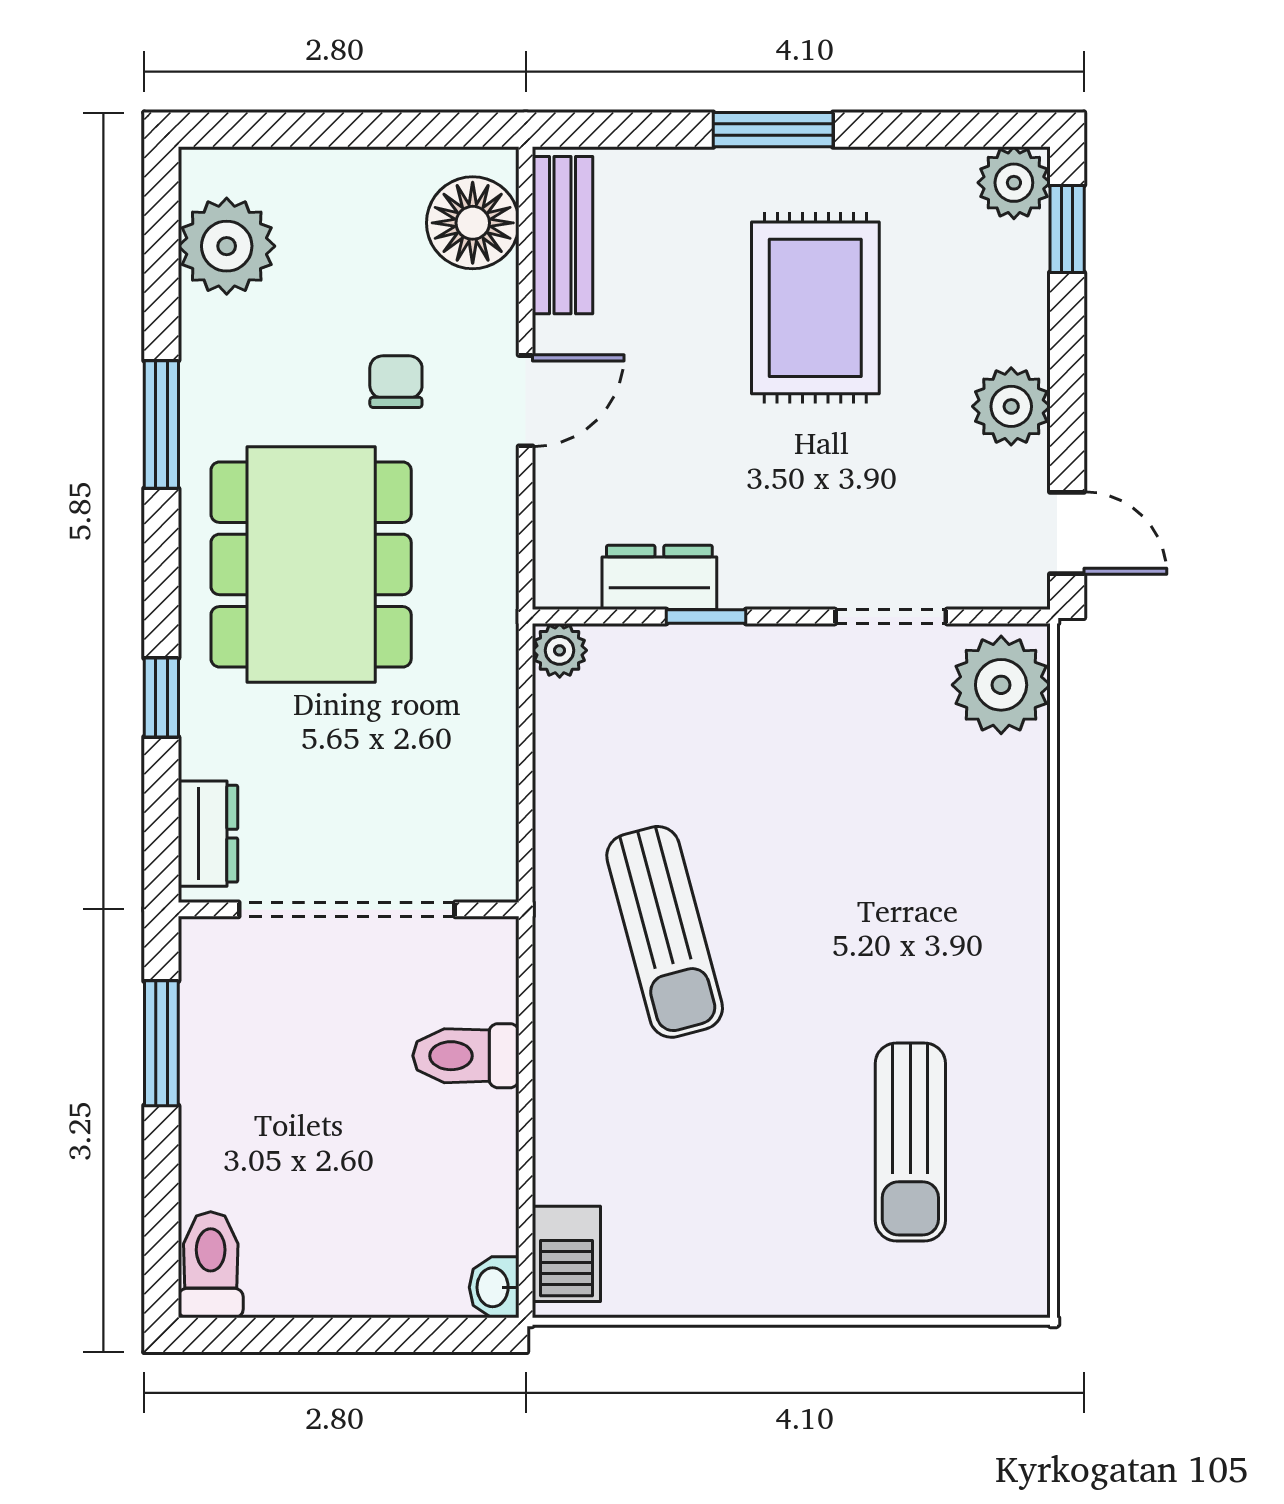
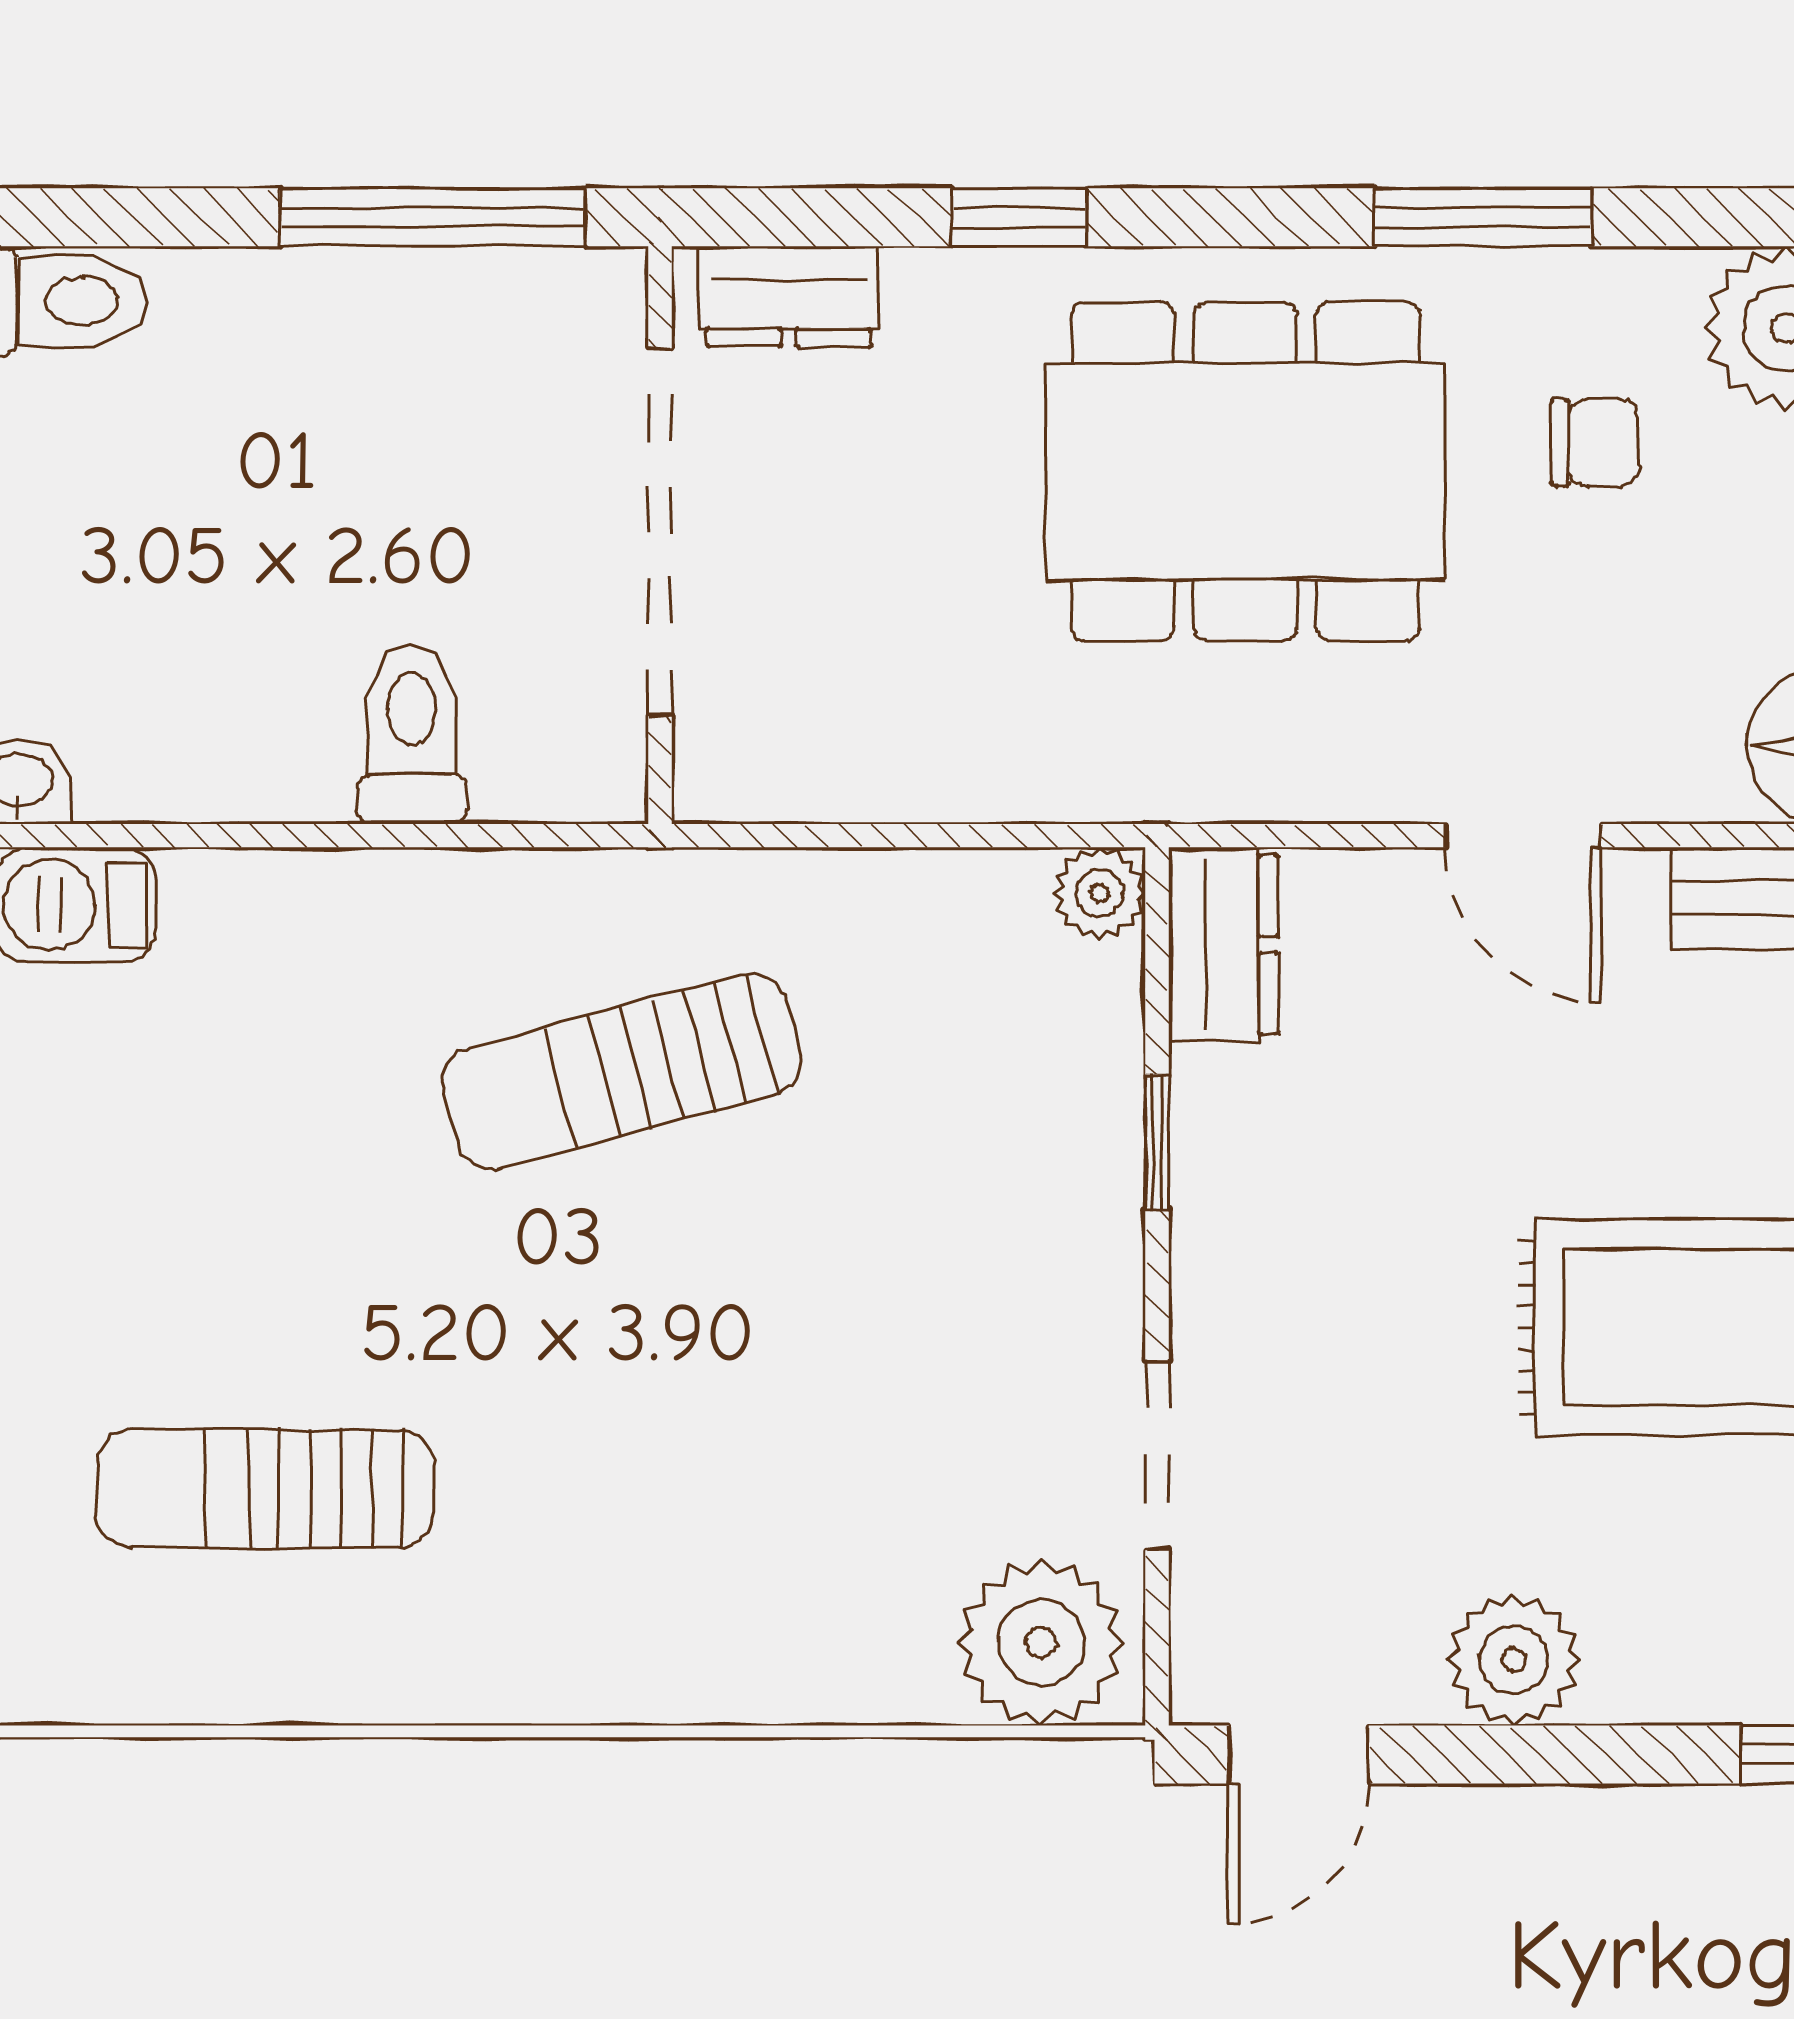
chair: (396, 382) -> (1595, 443), moved
dresser: (659, 577) -> (1223, 945), moved
window: (161, 1043) -> (433, 217), width x1.44

